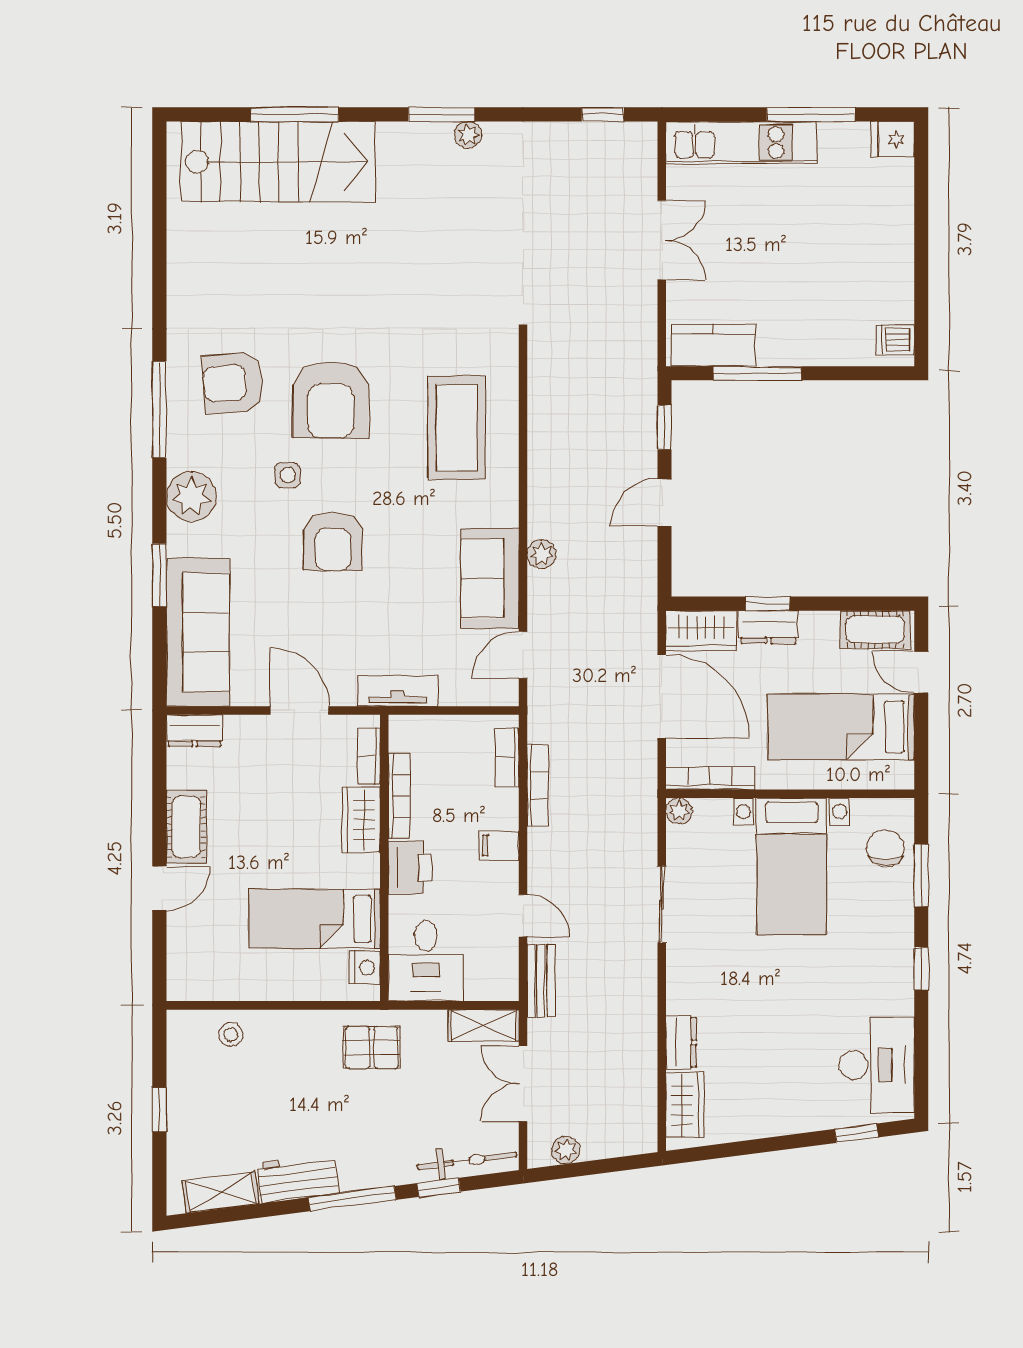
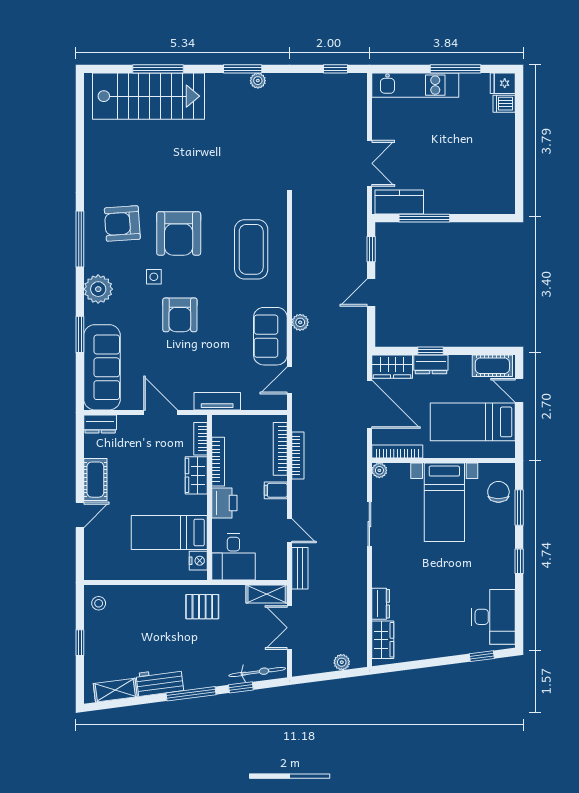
double door: (662, 240) -> (369, 163), moved
dishwasher: (895, 340) -> (504, 104), moved
bookcase: (507, 757) -> (280, 449), width x1.56
stool: (231, 1035) -> (99, 603), moved
plant: (566, 1150) -> (342, 662), moved

